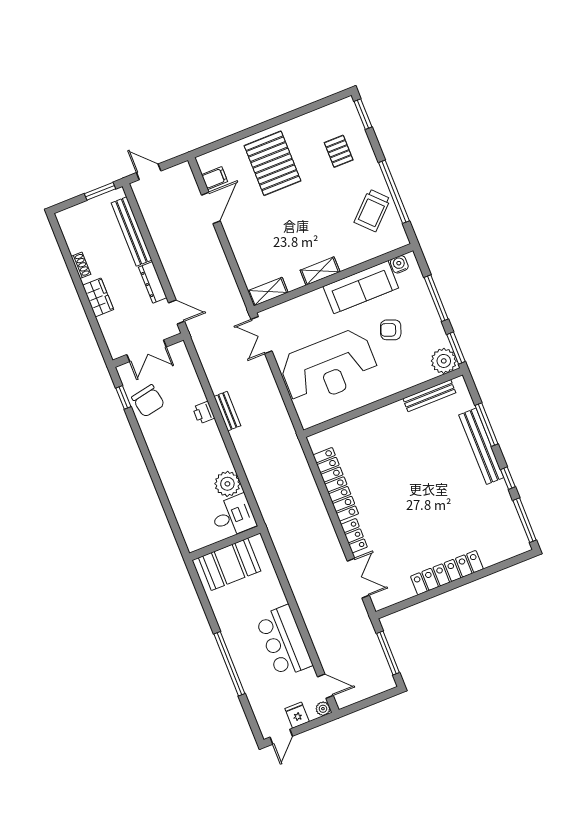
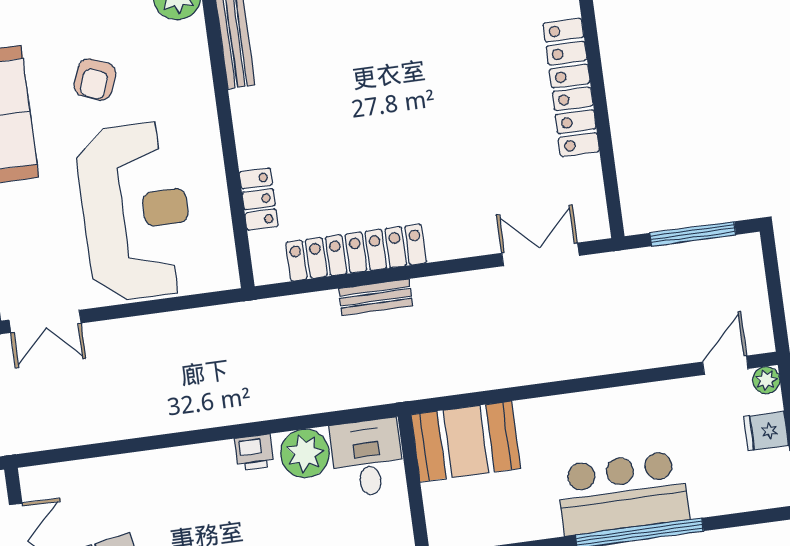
bench: (227, 411) -> (376, 297), moved
printer: (204, 413) -> (254, 452), moved
locker: (354, 536) -> (259, 199), moved, turned 90
booth: (230, 564) -> (466, 441), moved, turned 90
bar counter: (284, 641) -> (623, 493), moved, turned 180

